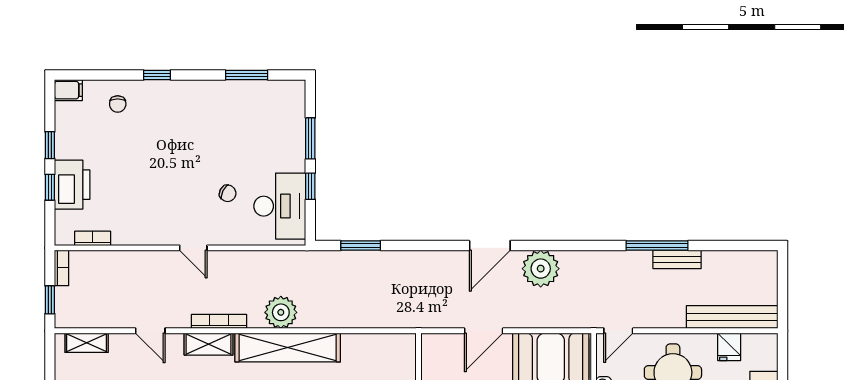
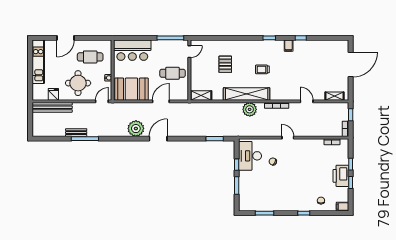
printer: (72, 185) -> (341, 176), moved
shelving: (209, 344) -> (201, 96), moved

